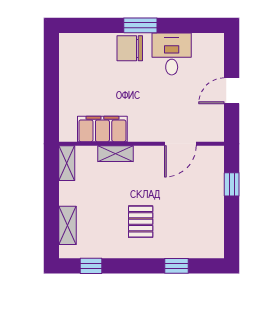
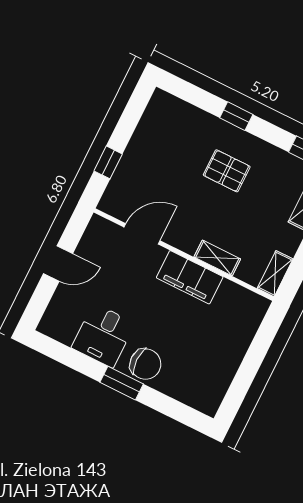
filing cabinet: (102, 129) -> (190, 277), moved
pallet: (141, 222) -> (227, 171), turned 90
window: (176, 266) -> (236, 116), moved

